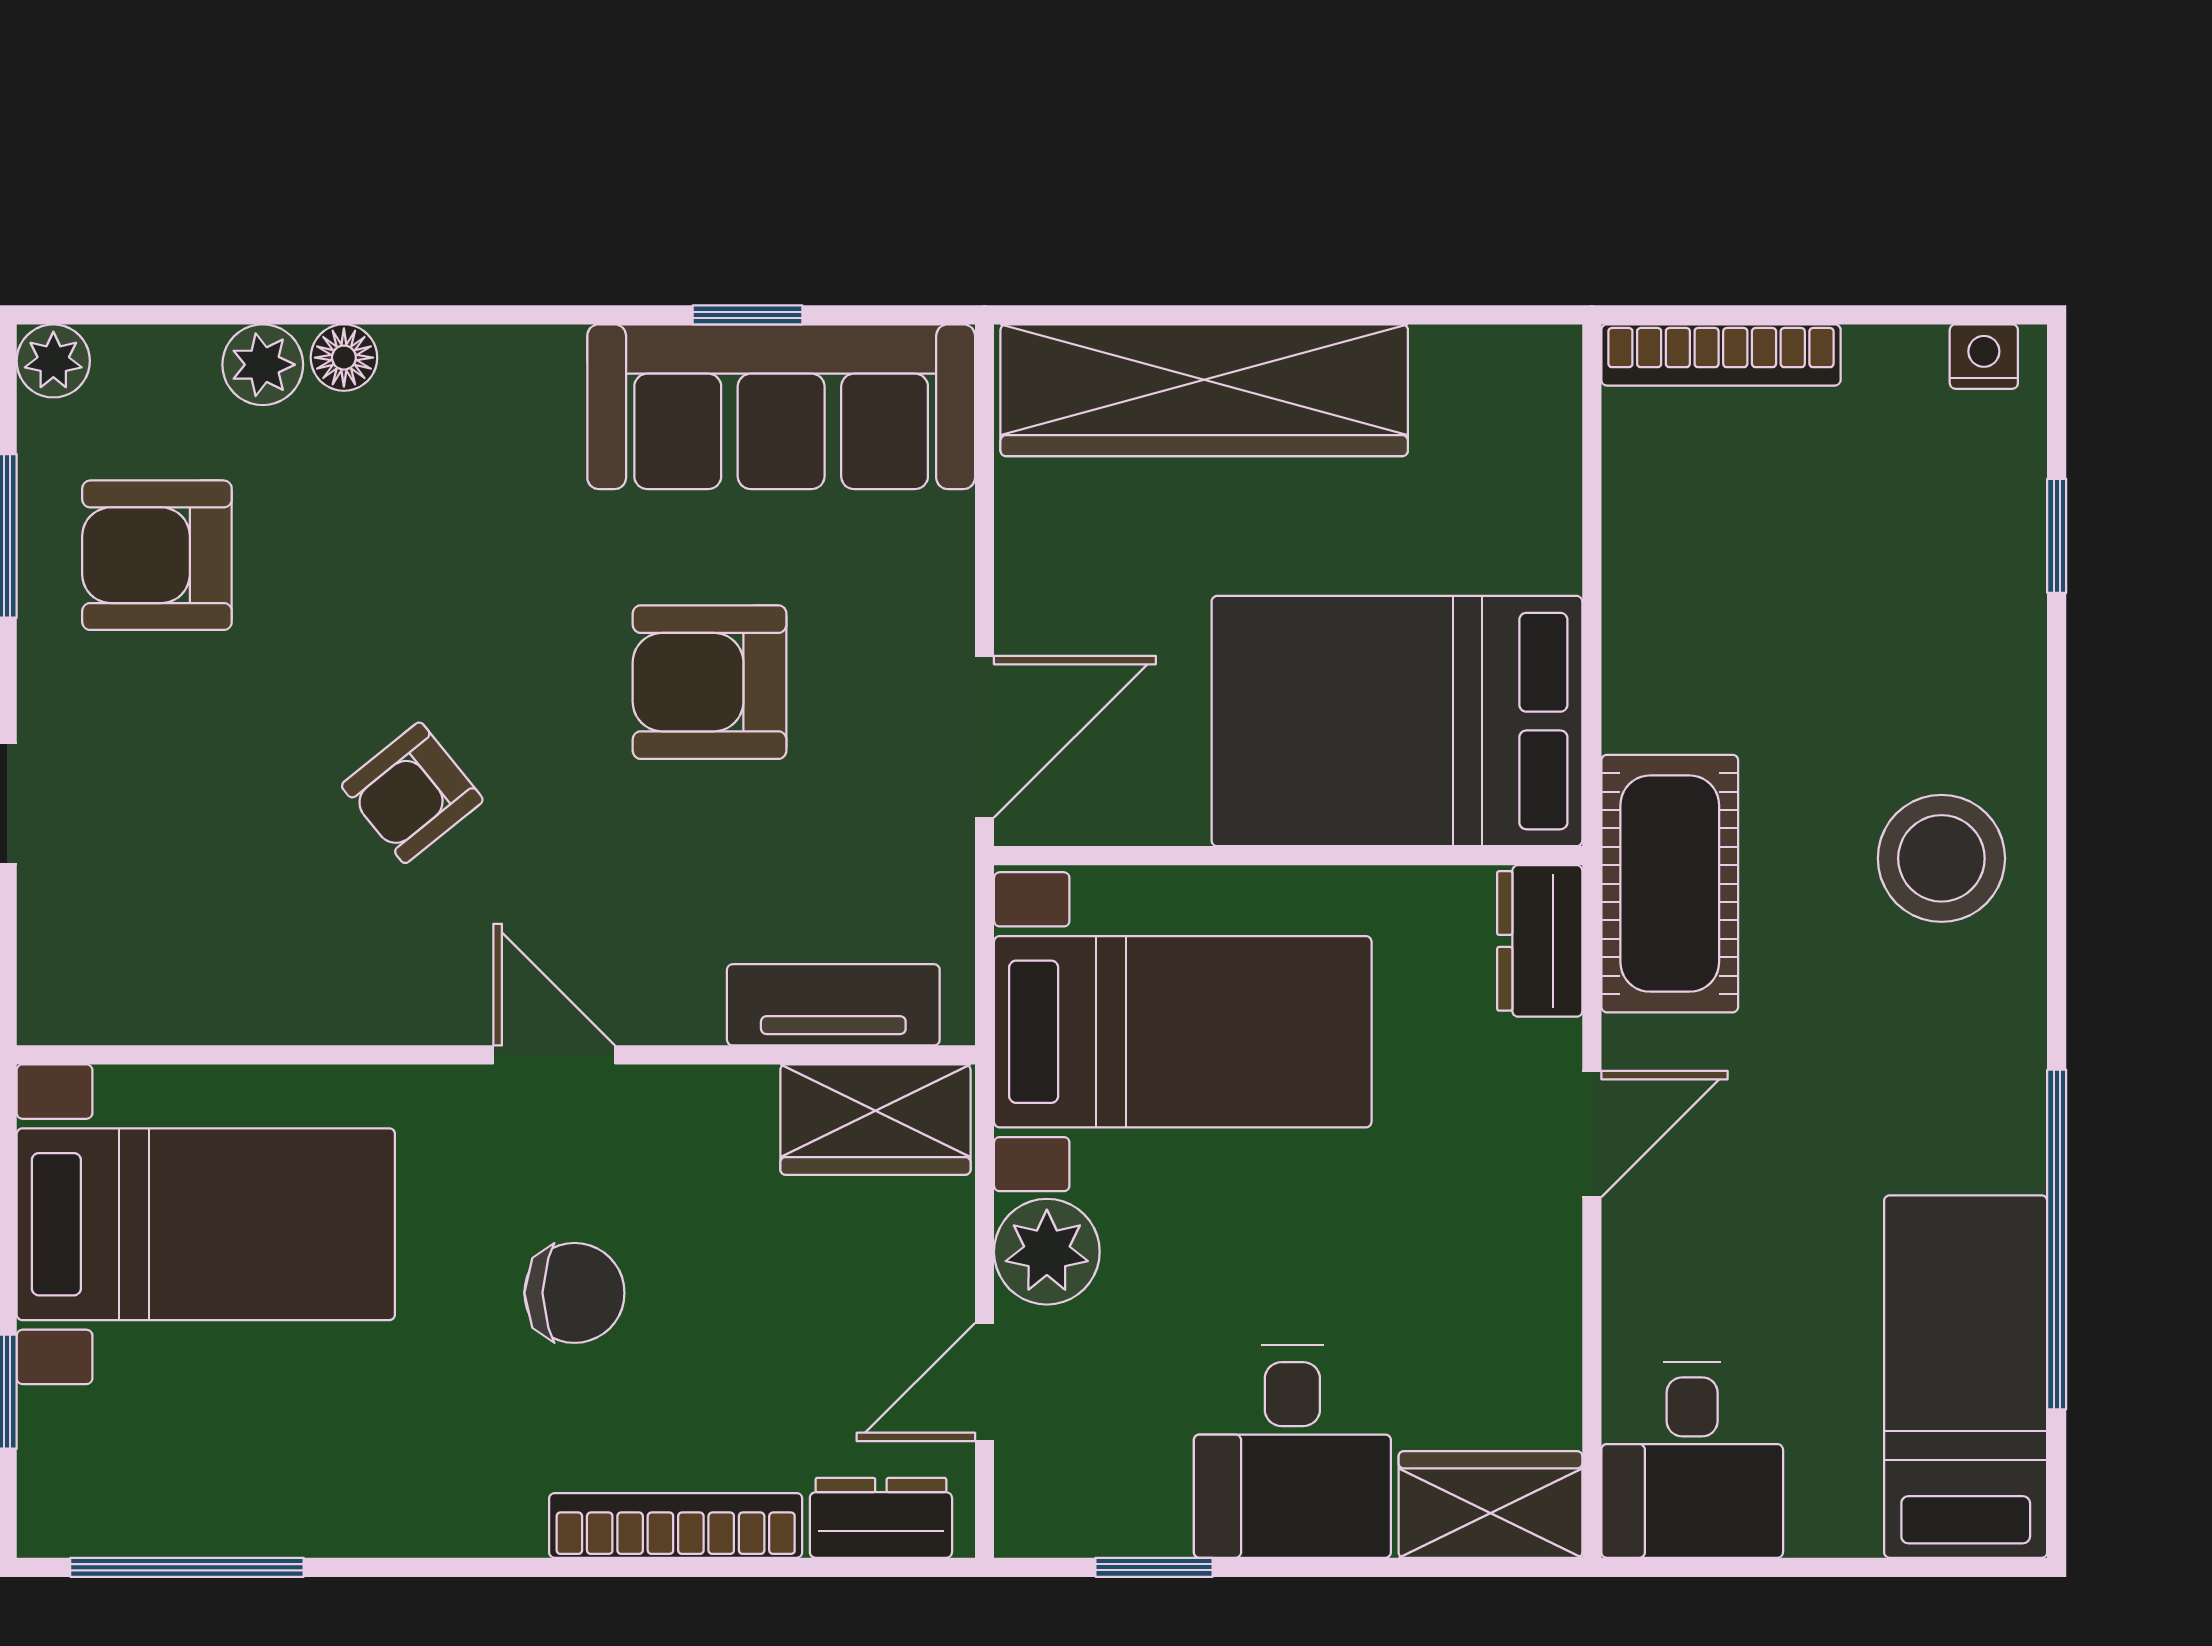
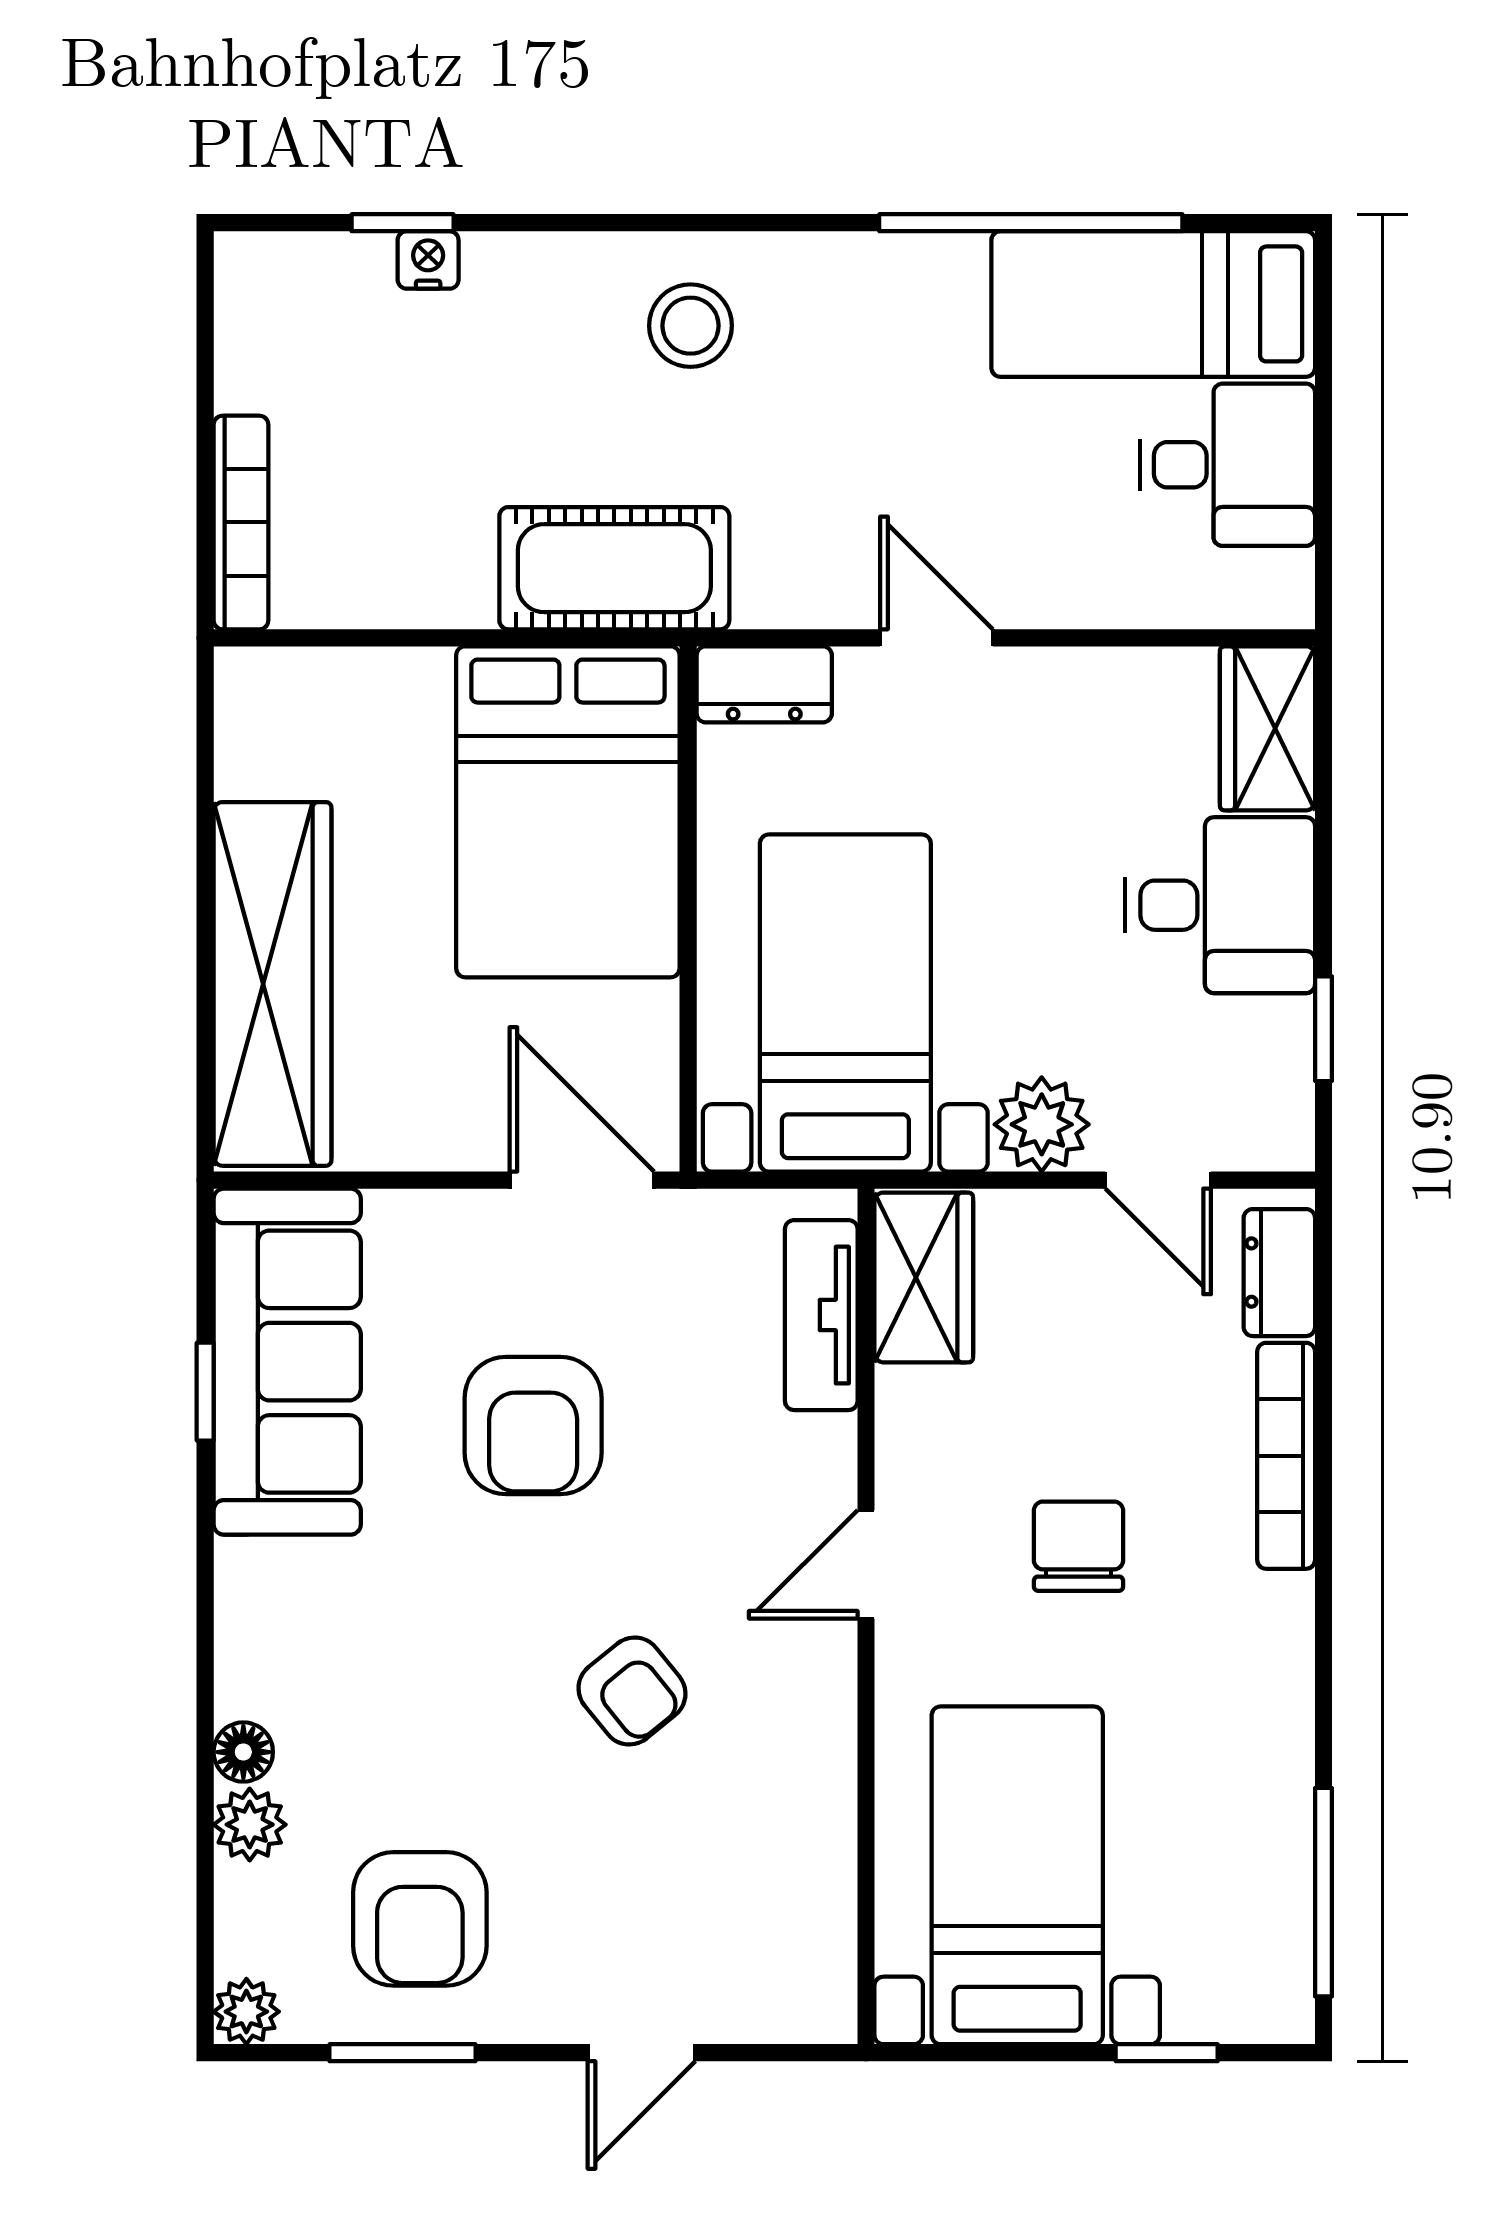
nightstand: (1984, 357) -> (428, 260), moved, turned 90
stool: (1941, 858) -> (690, 326), width x0.73, depth x0.73
cot: (1670, 884) -> (614, 568), moved
desk: (1692, 1460) -> (1228, 465), moved

